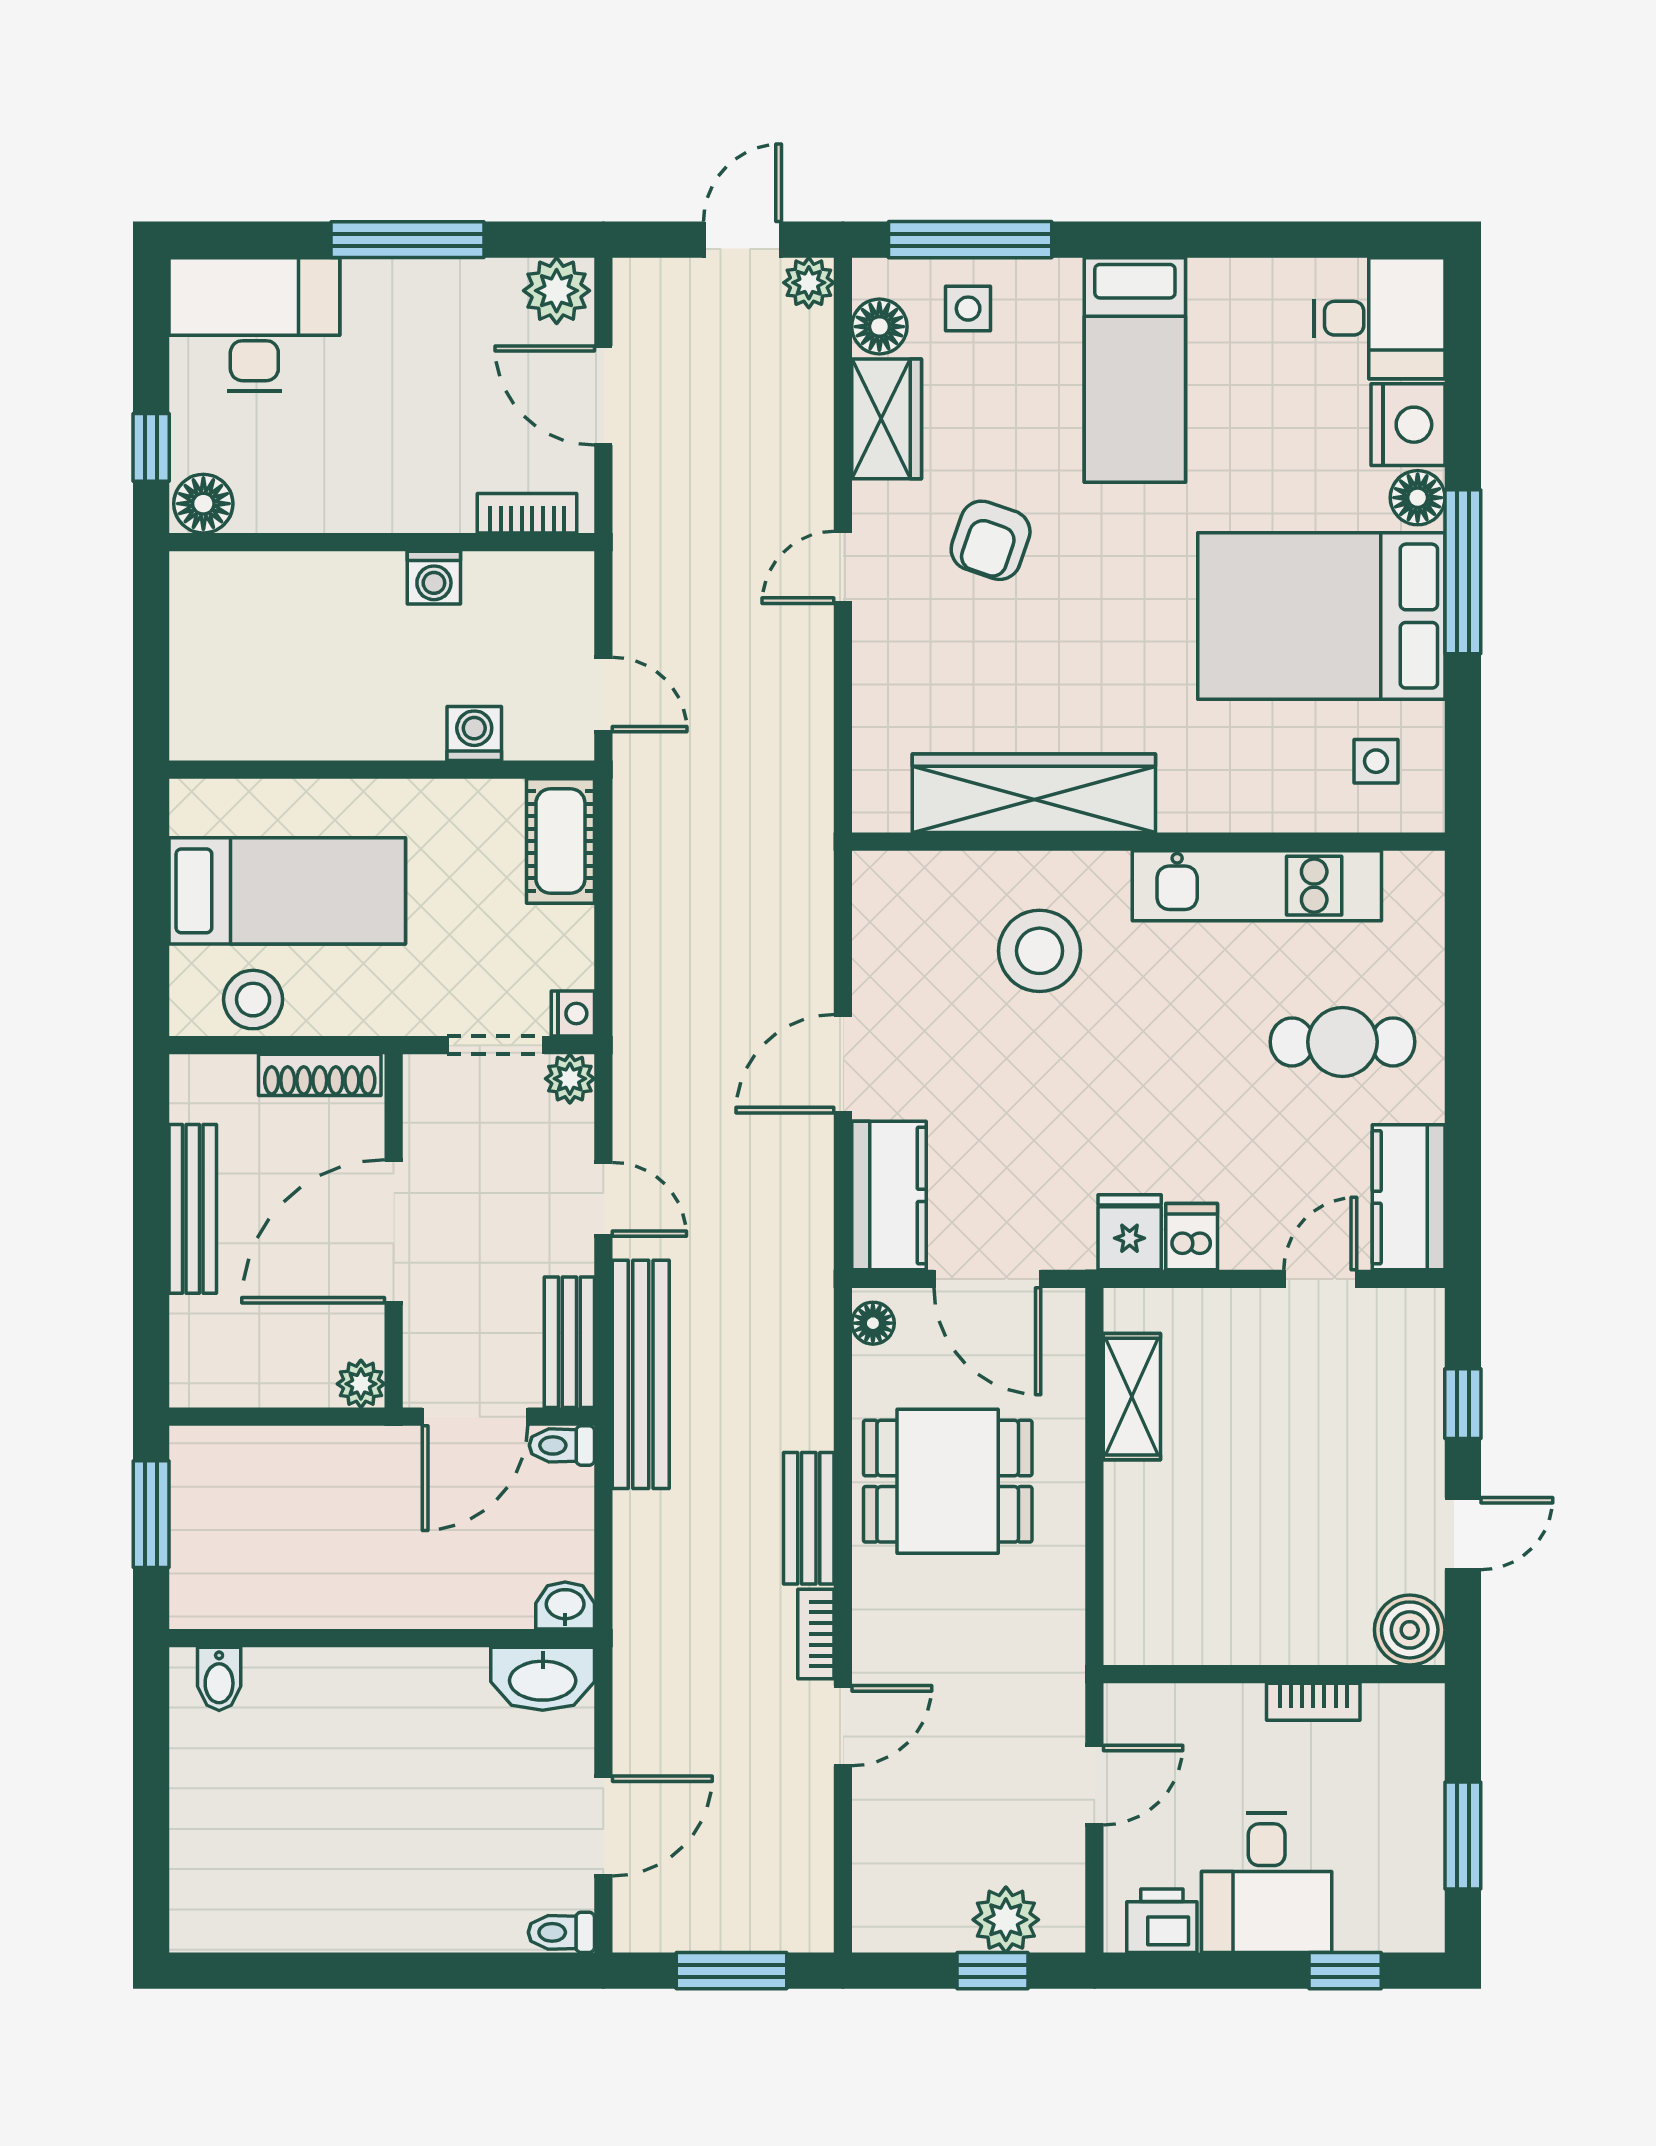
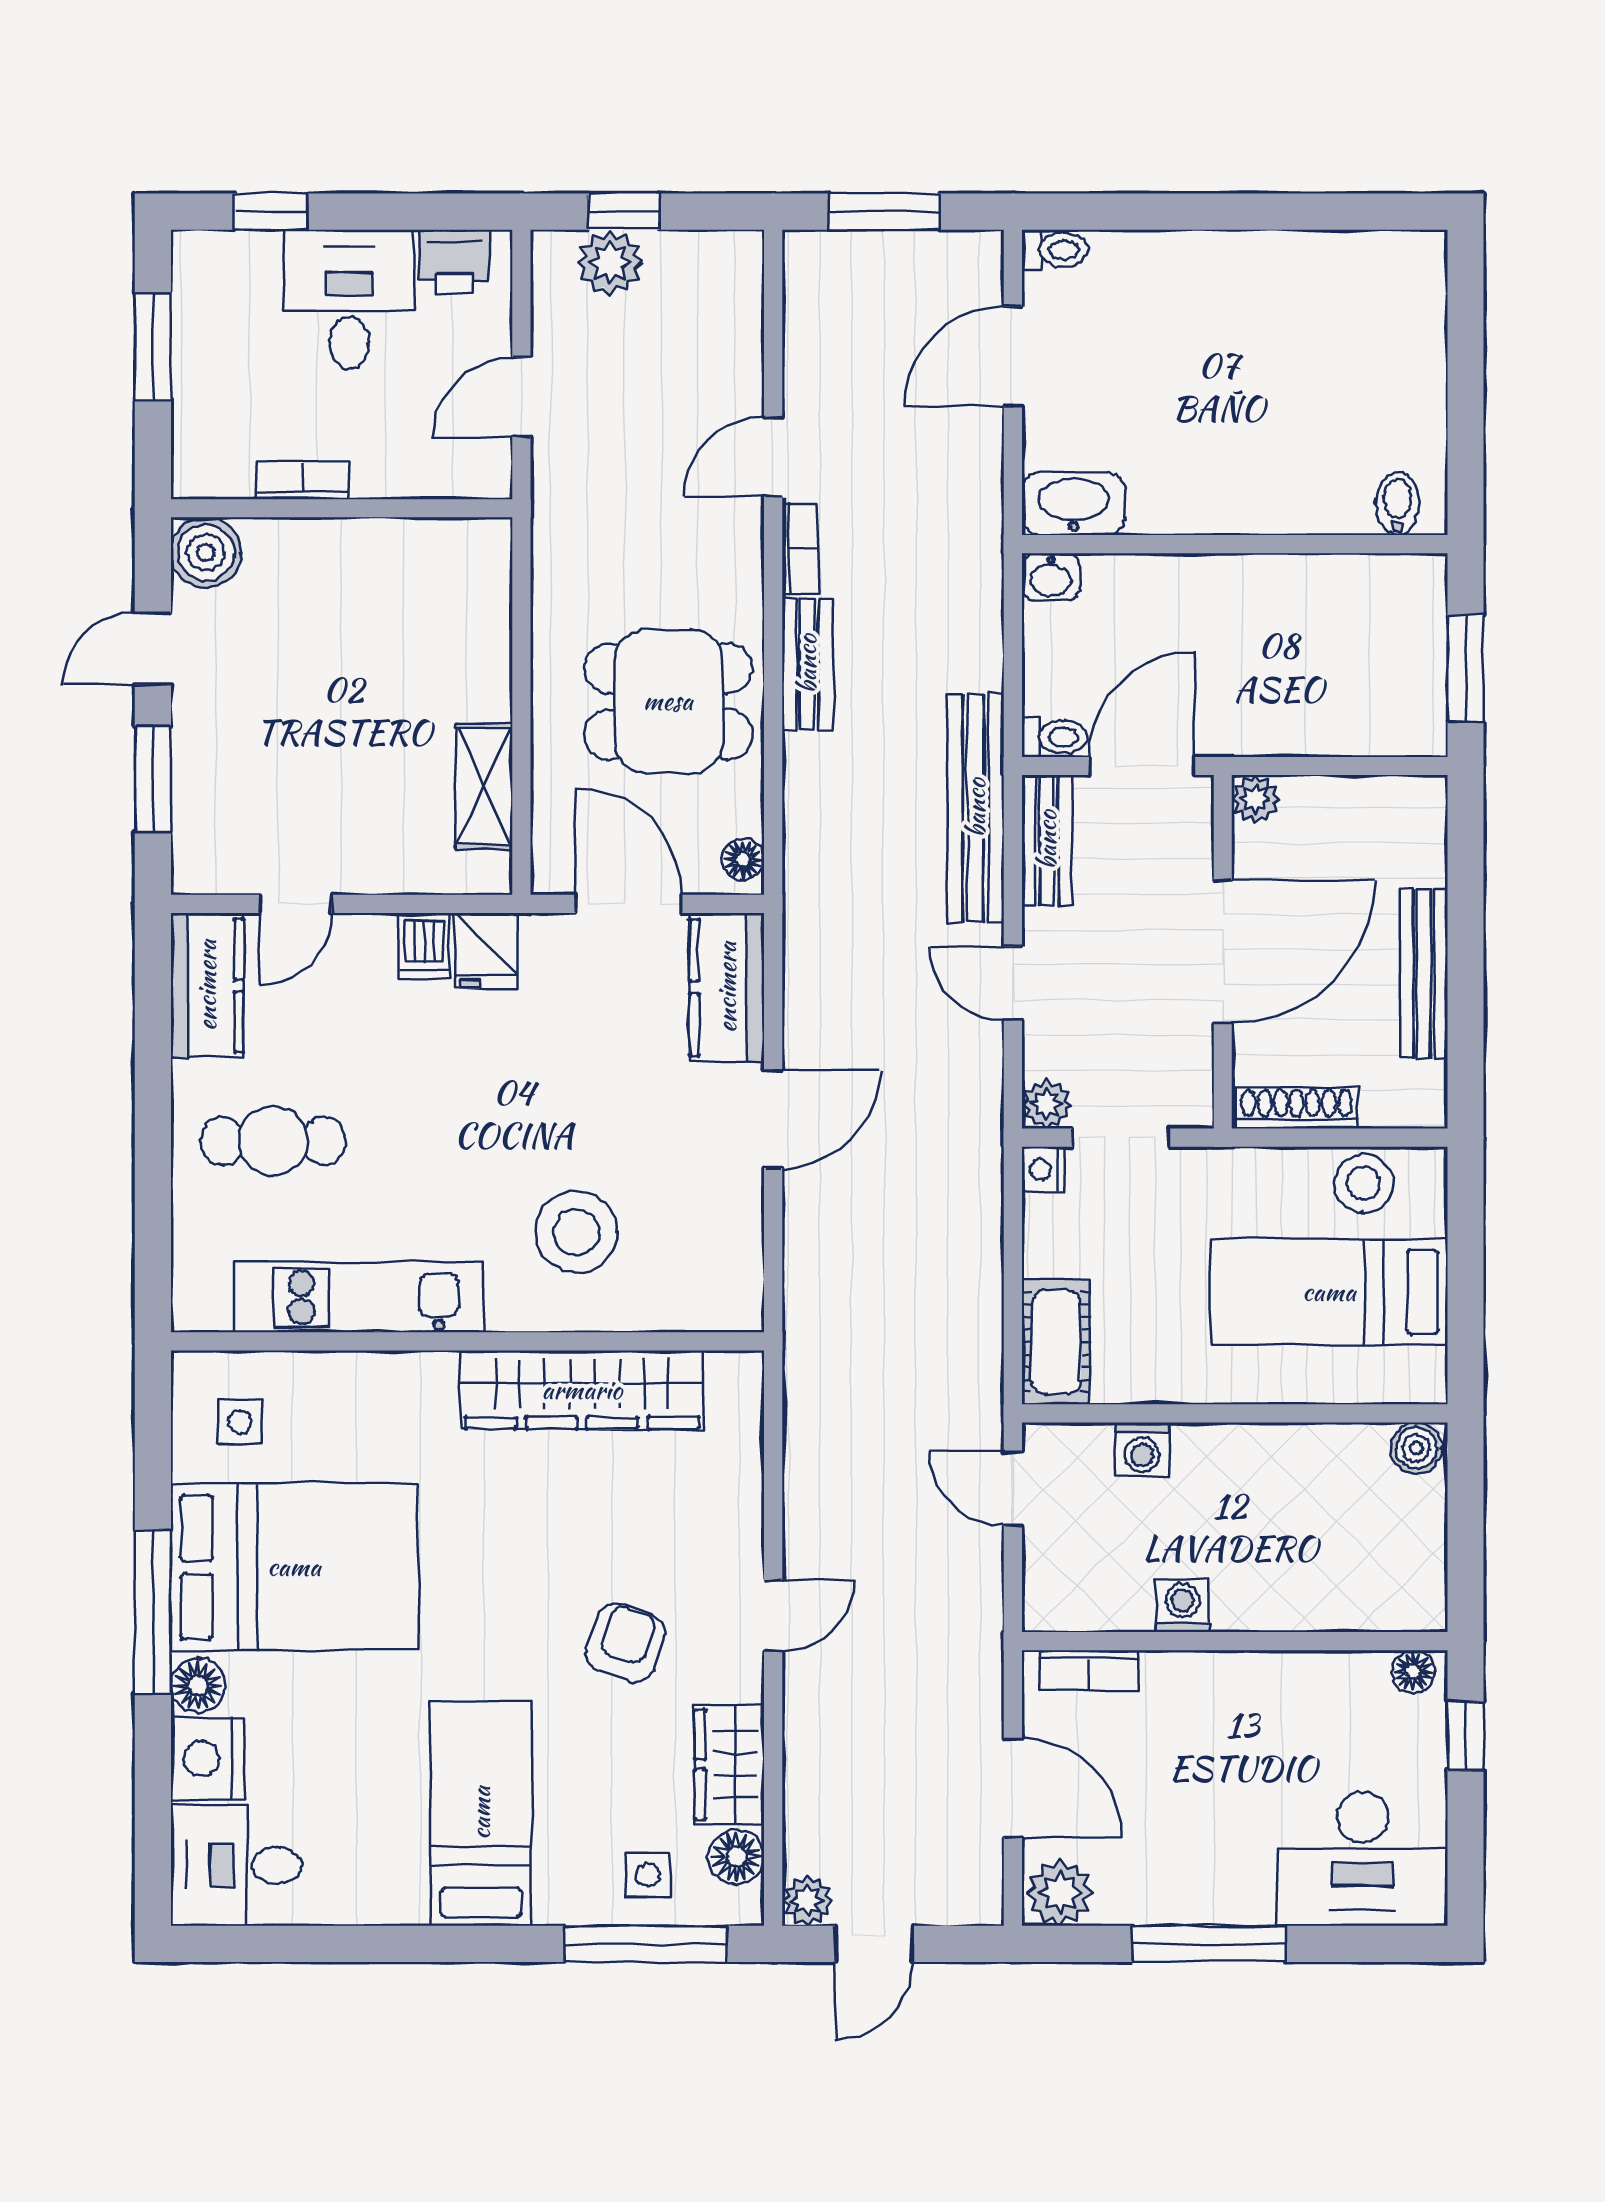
floor lamp: (203, 504) -> (1413, 1672), width x0.73, depth x0.73
boiler: (200, 735) -> (1416, 1448), added
window: (1463, 1404) -> (153, 779), width x1.50

